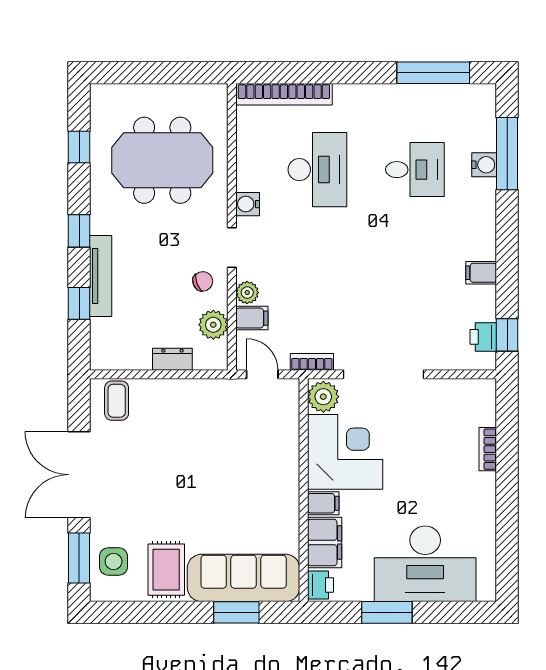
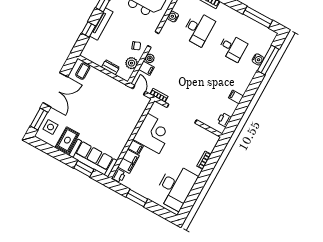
water cooler: (248, 204) -> (173, 17), moved
window: (507, 335) -> (233, 124), removed
plant: (323, 397) -> (156, 110), removed
double door: (79, 475) -> (55, 90), swing flipped
desk: (425, 564) -> (176, 187), moved, turned -90

